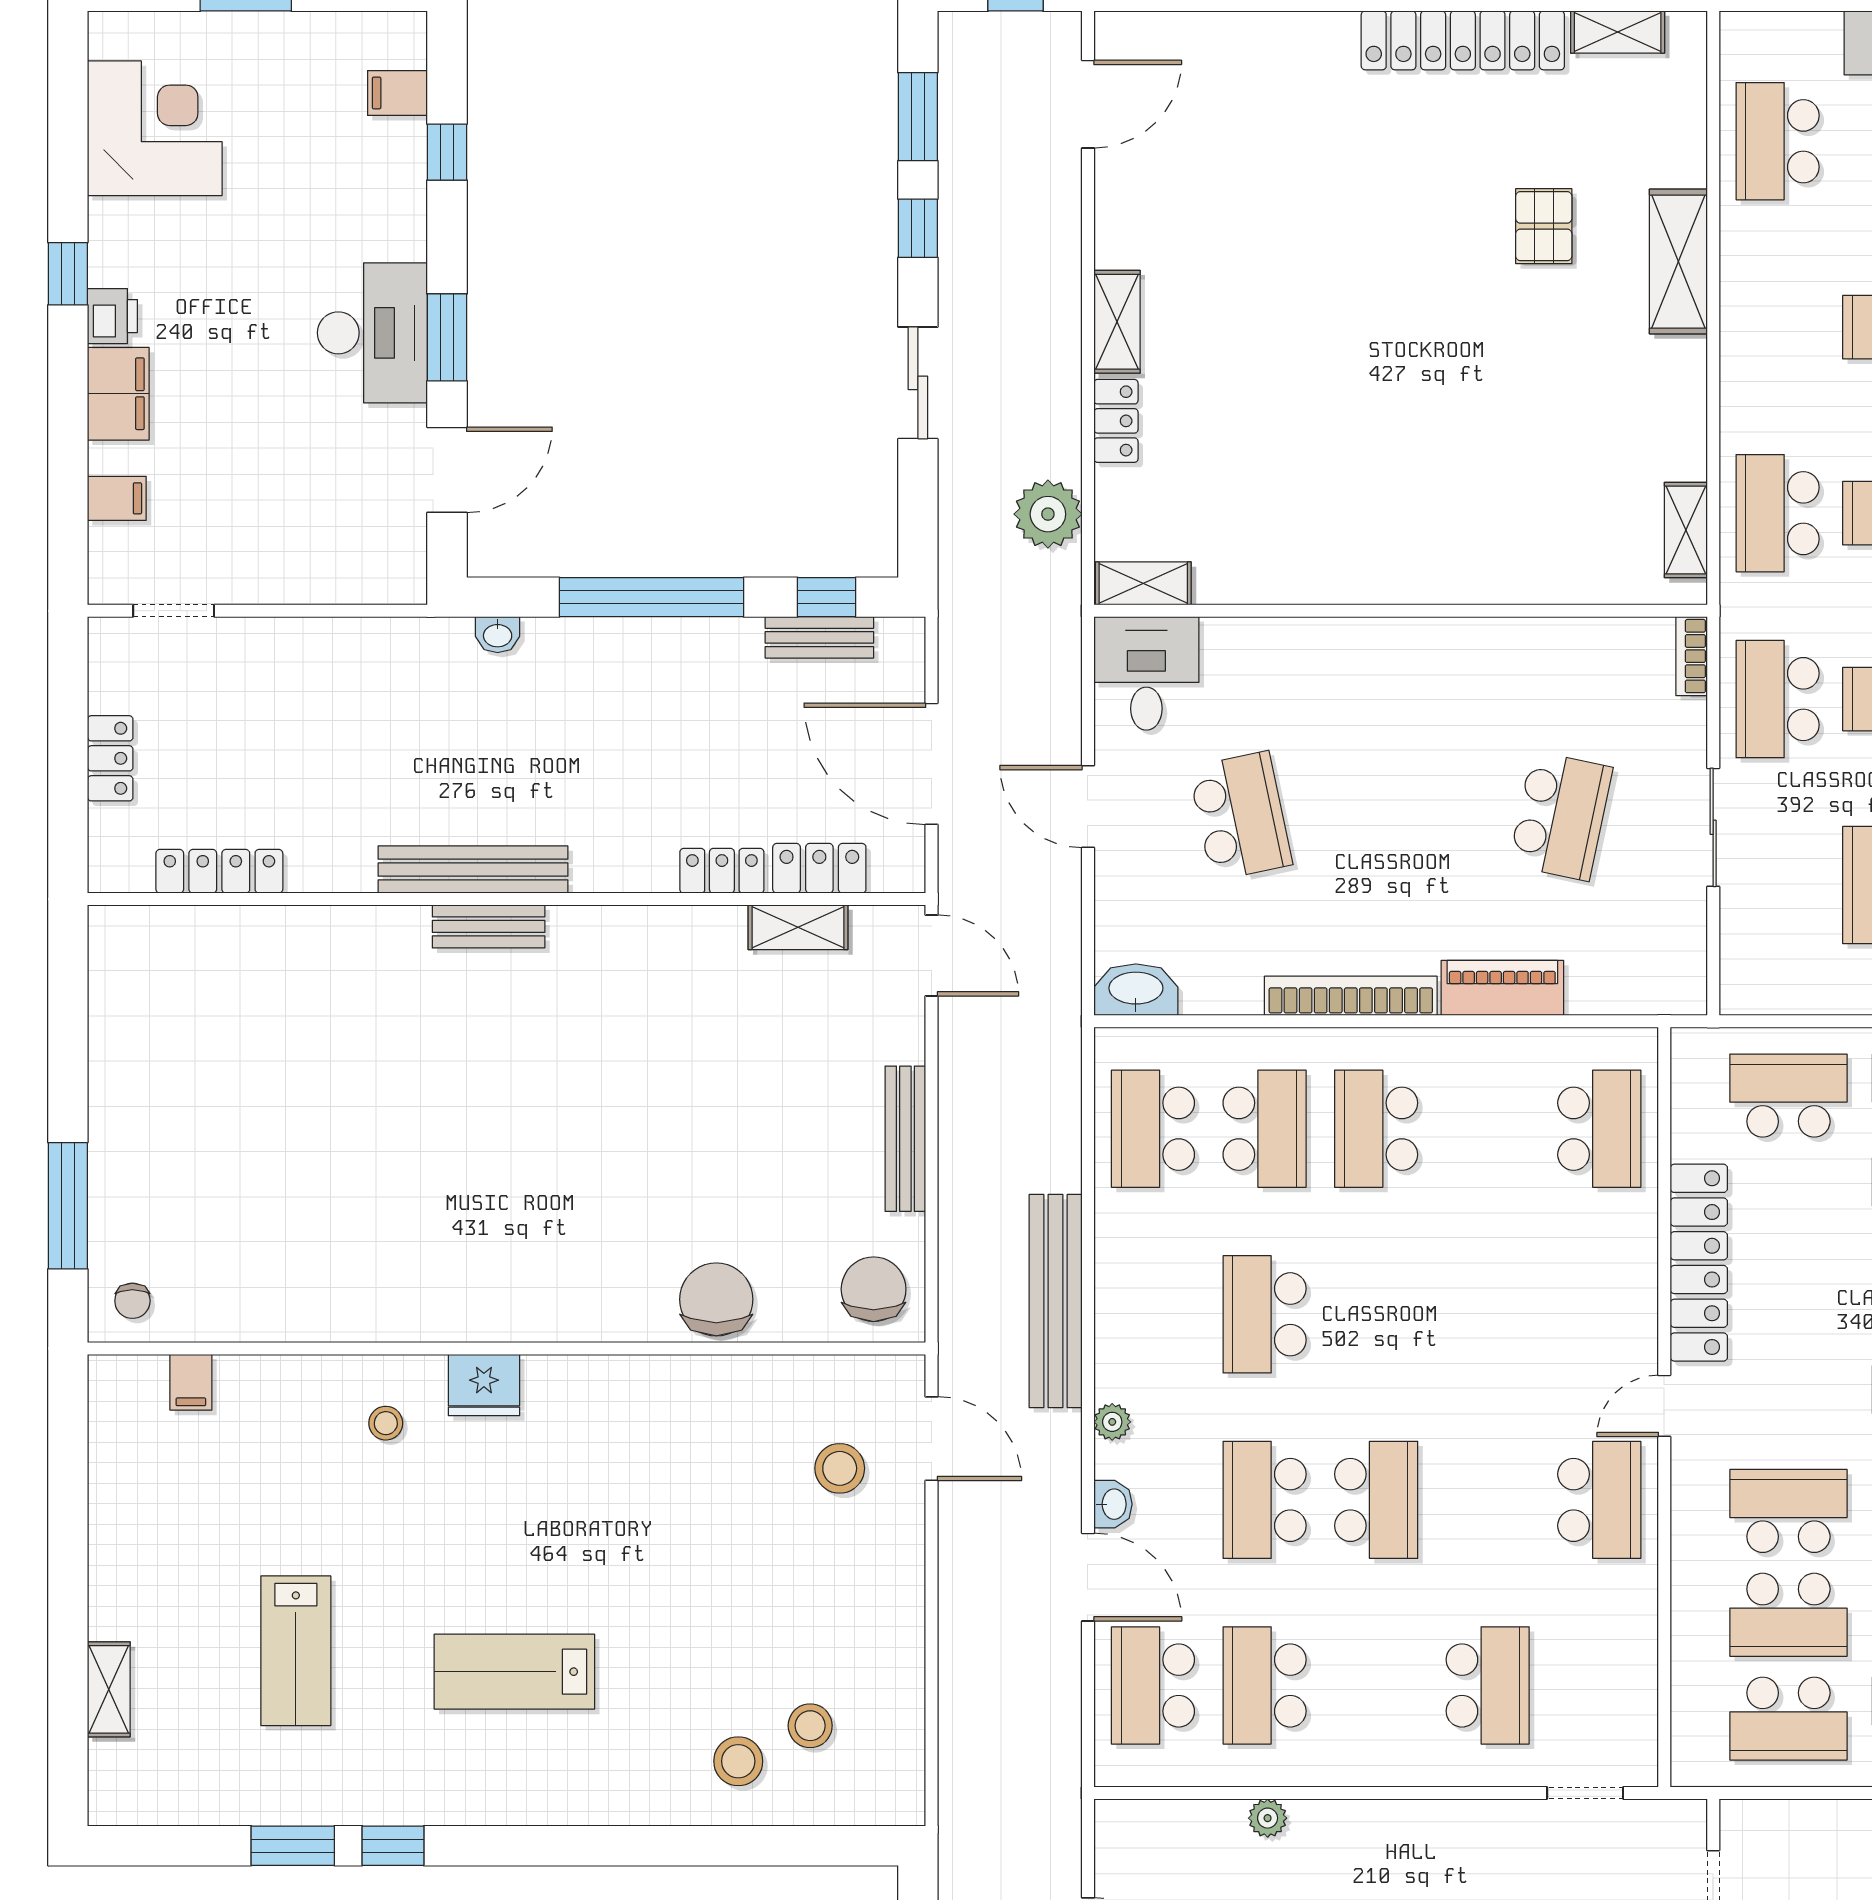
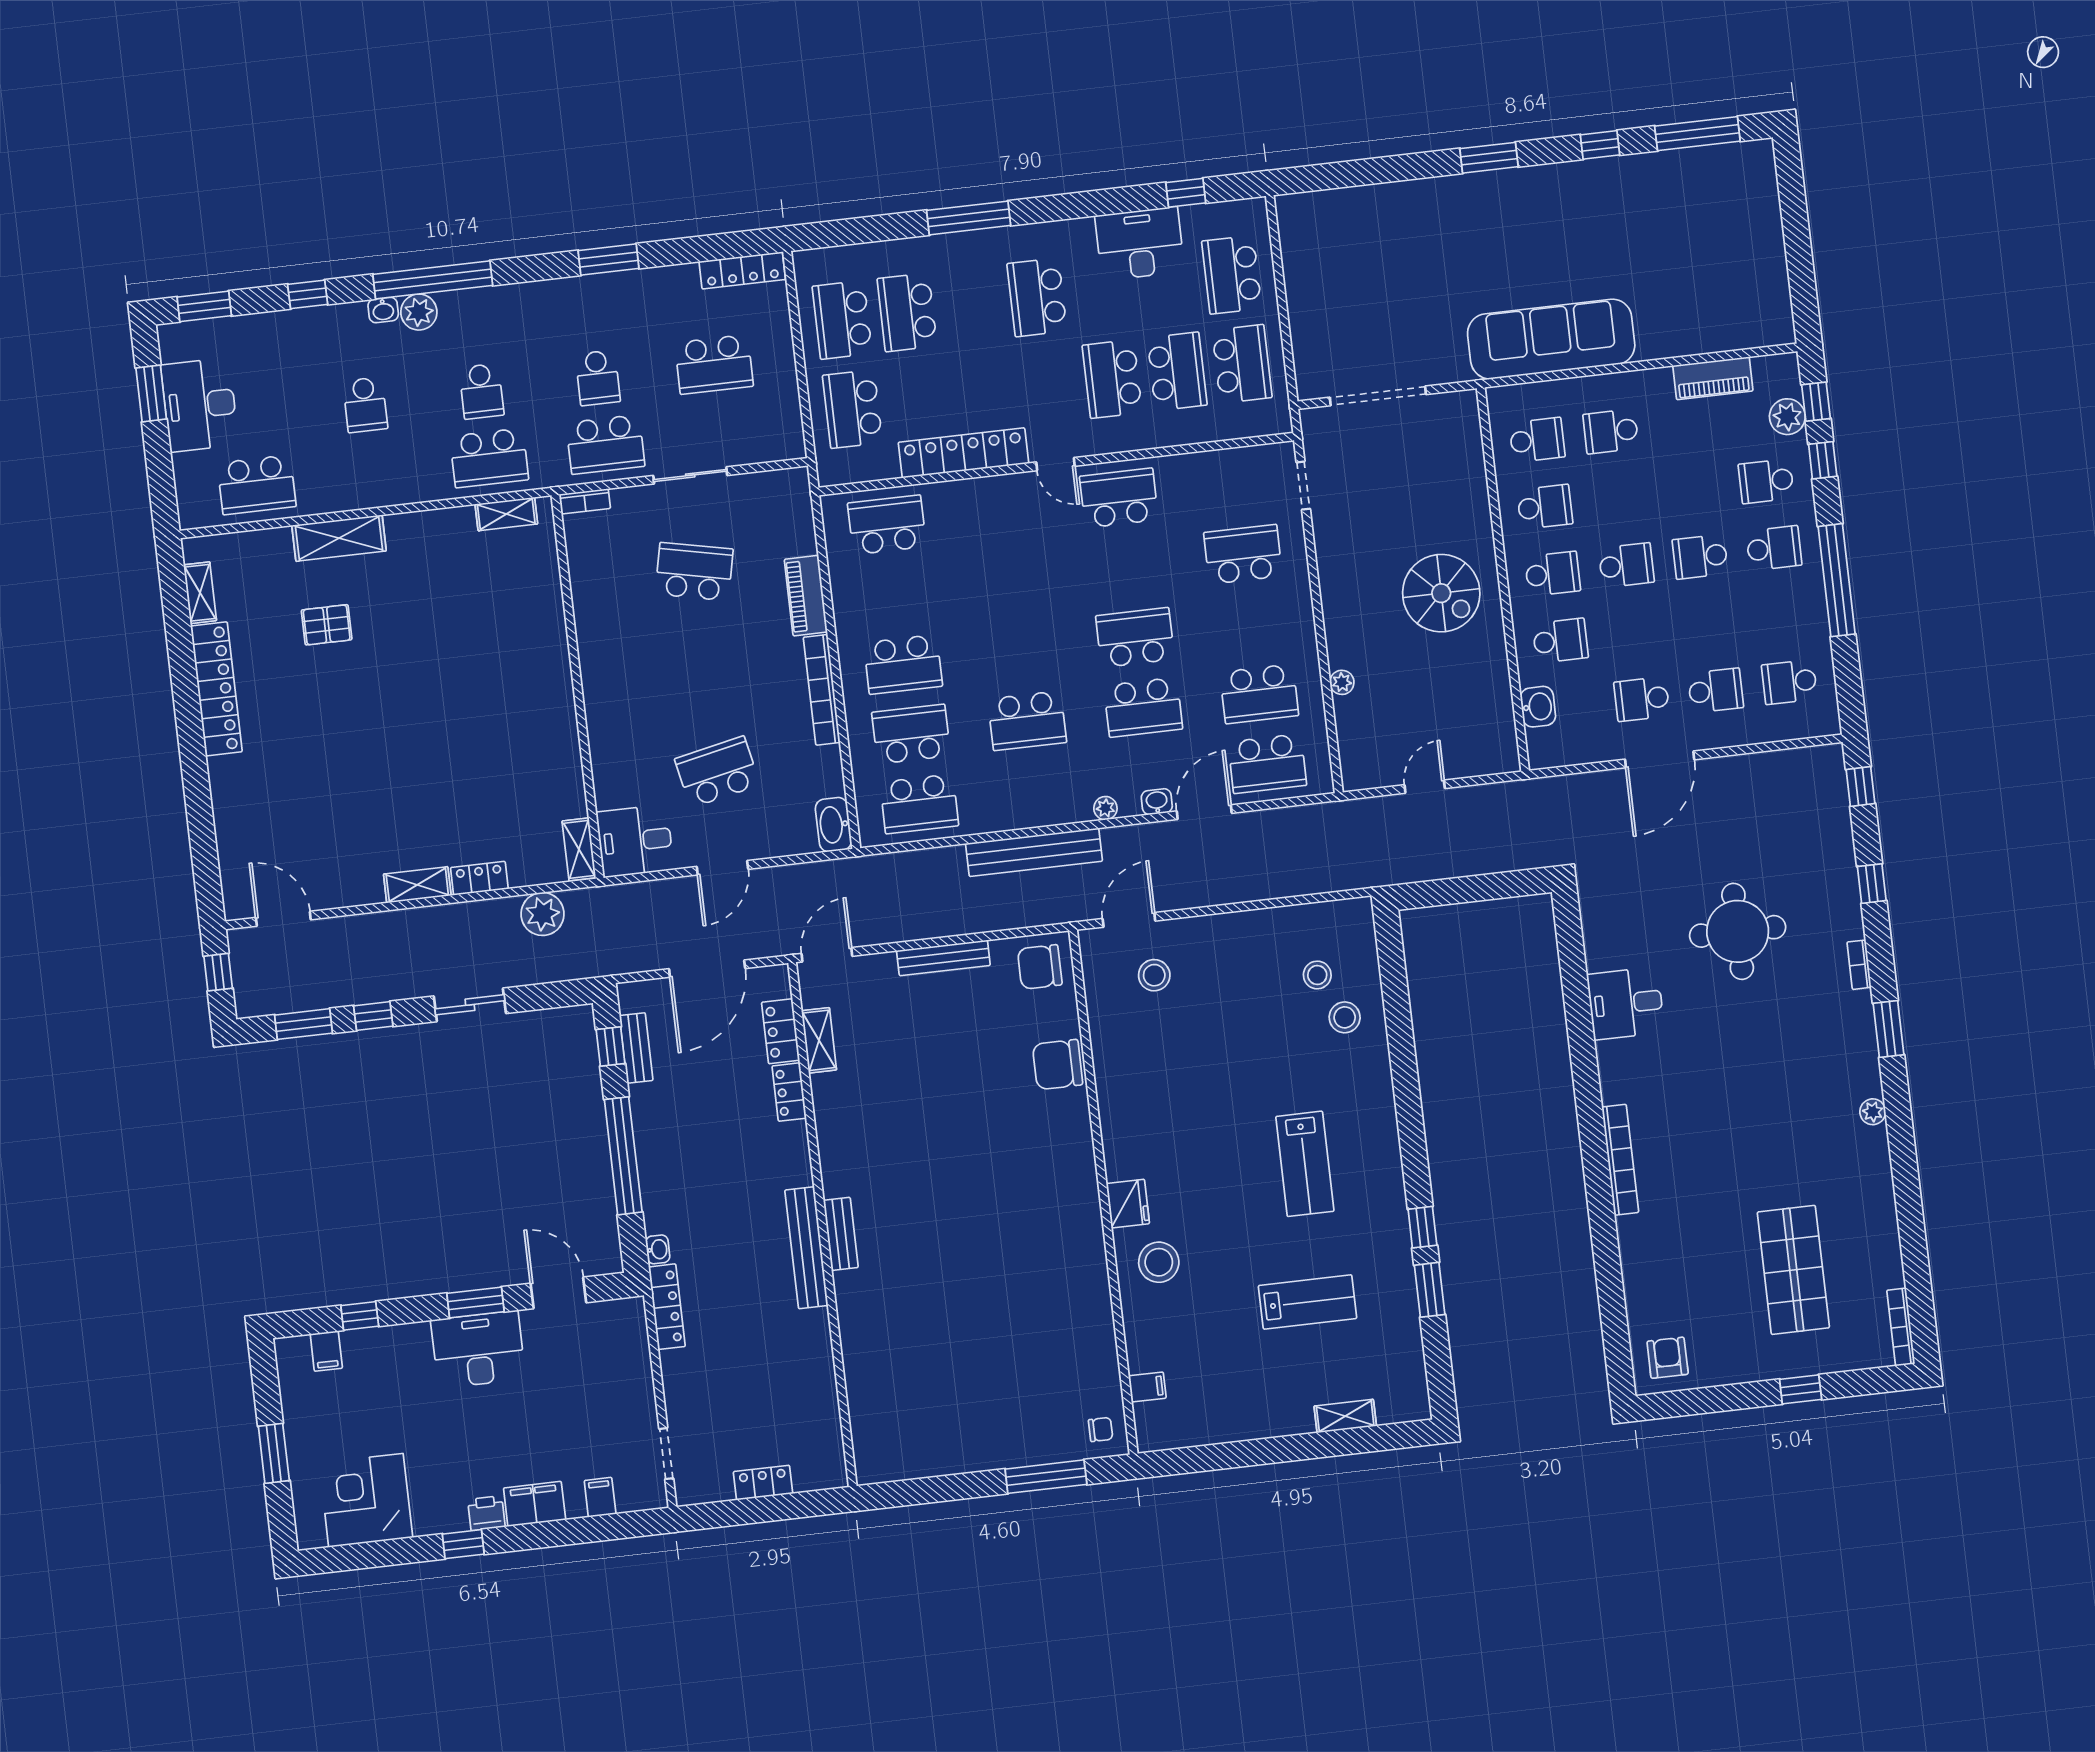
locker: (219, 871) -> (667, 1307), moved, turned 180
stool: (386, 1423) -> (1159, 1262), width x1.89, depth x1.89

